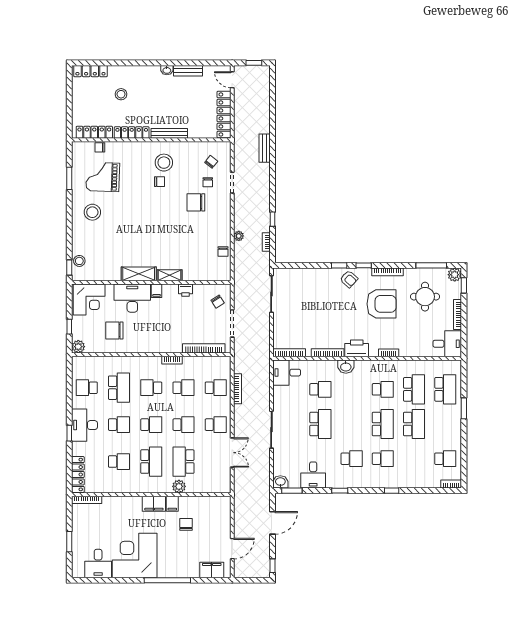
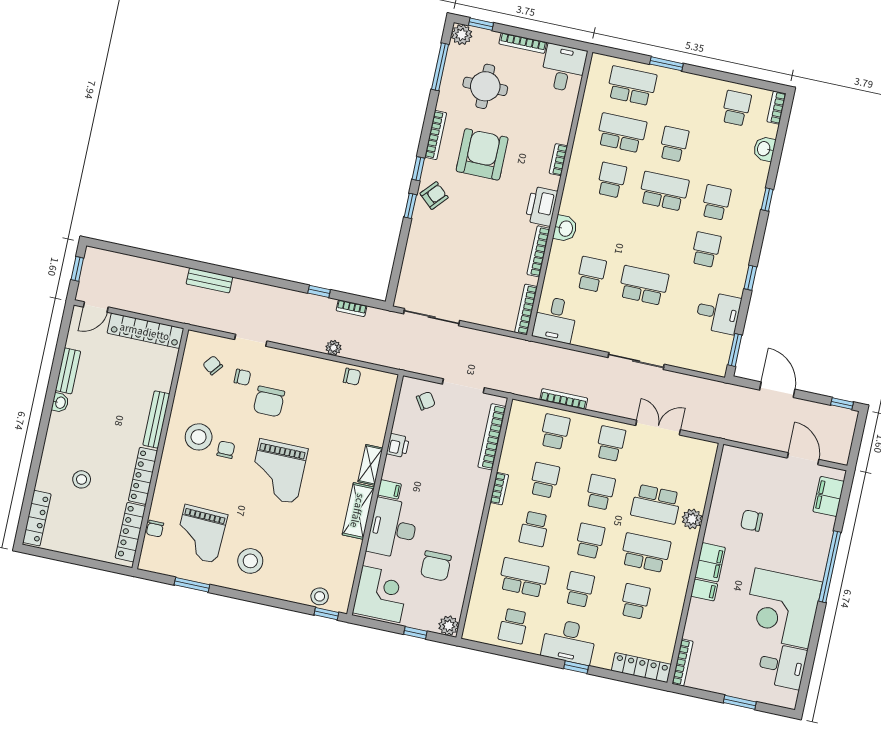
grand piano: (153, 218) -> (278, 471), added
school desk: (414, 424) -> (674, 144), width x0.54
washbasin: (280, 482) -> (764, 149), moved
filing cabinet: (172, 504) -> (704, 590), moved

